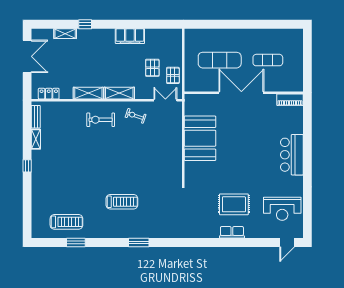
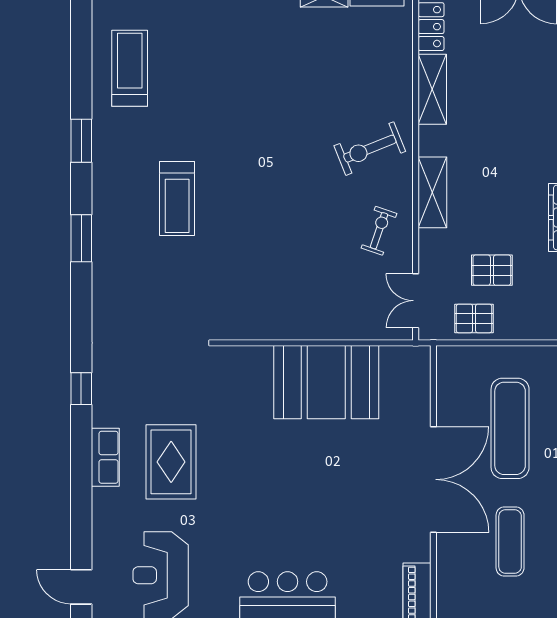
shelving: (88, 93) -> (432, 89), moved
double door: (165, 100) -> (416, 301), swing flipped
exercise bike: (101, 120) -> (370, 149), turned -112
treadmill: (66, 222) -> (130, 68), turned 180
window: (76, 243) -> (81, 141), moved
window: (203, 243) -> (81, 389), added

